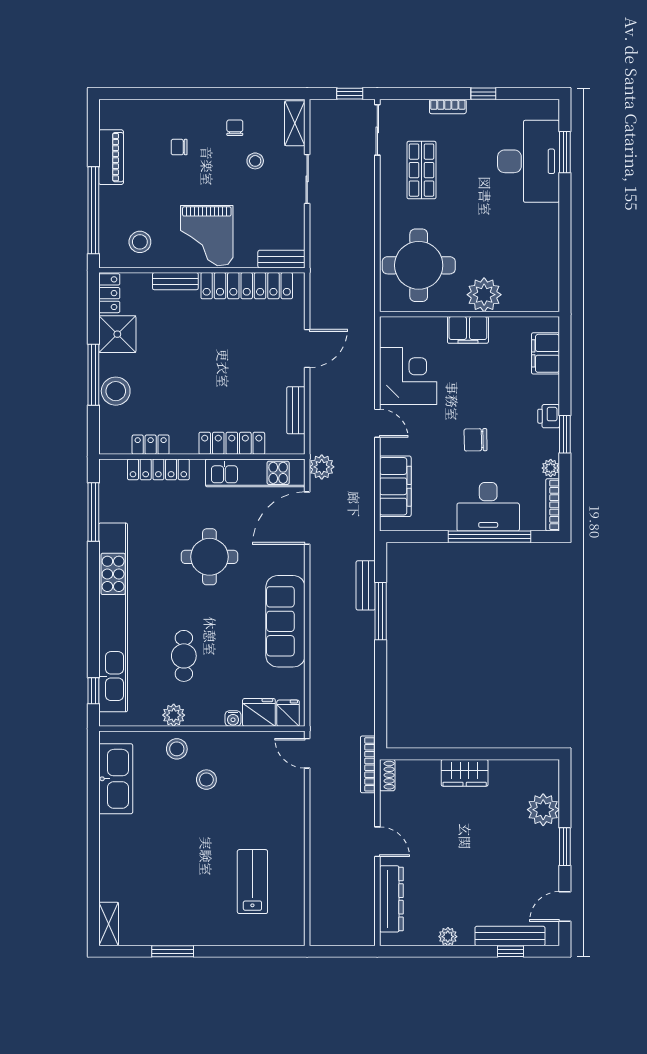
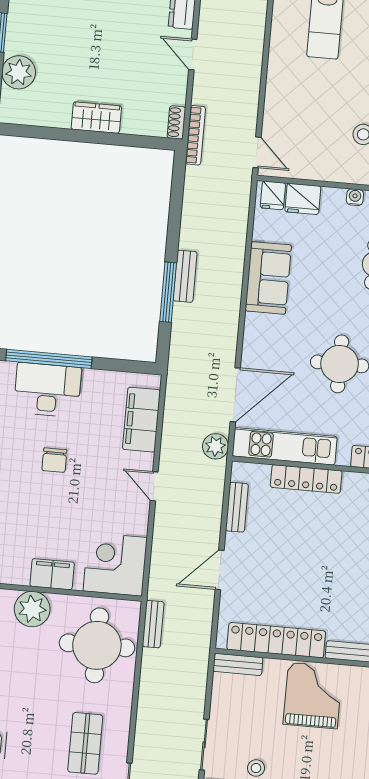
bench: (366, 291) -> (153, 624), added
corner desk: (408, 376) -> (115, 564), moved, turned 90
chair: (476, 440) -> (54, 460), turned 91
bench: (366, 585) -> (185, 276), moved
sofa: (285, 621) -> (268, 278), width x0.73
water cooler: (233, 719) -> (355, 197), moved

